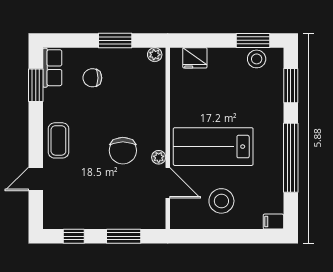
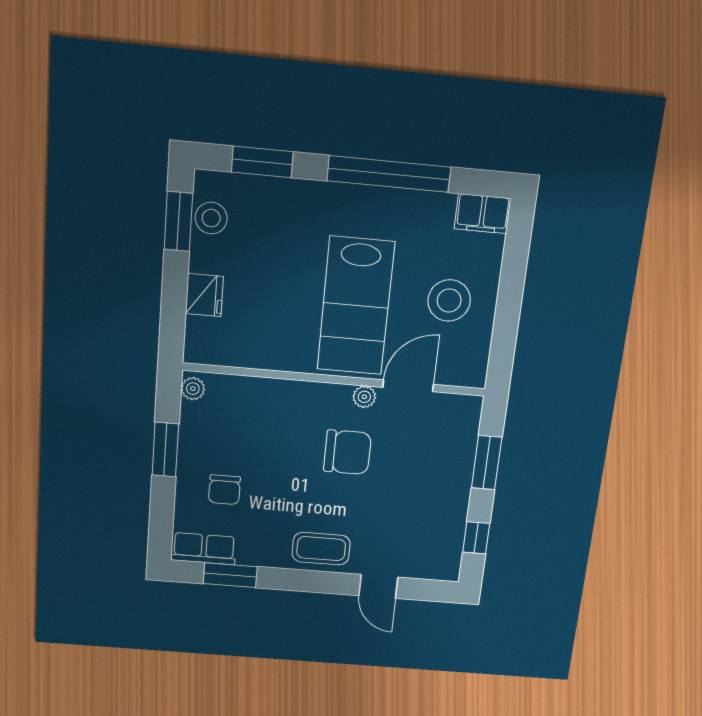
fridge: (195, 58) -> (204, 295), moved
filing cabinet: (273, 222) -> (483, 214), width x2.00

